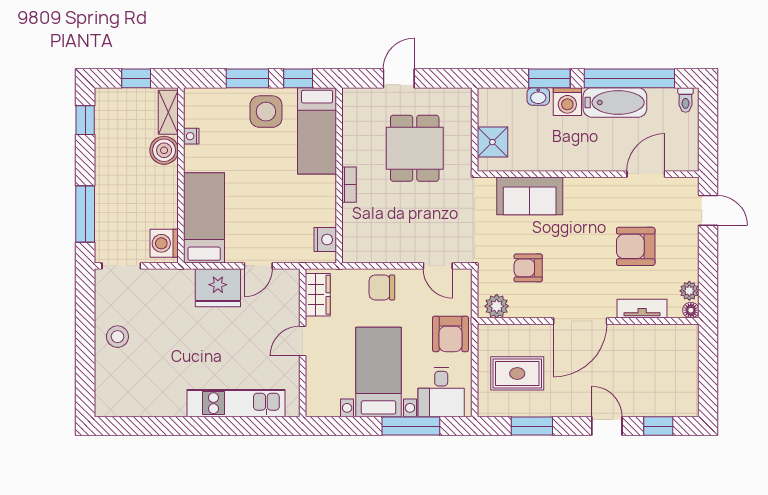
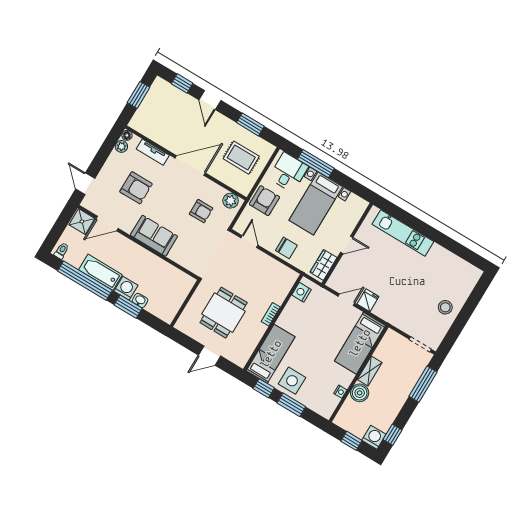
shelving: (168, 112) -> (370, 371), moved
shower: (492, 142) -> (82, 222), moved
sofa: (530, 196) -> (154, 236), moved
washing machine: (164, 243) -> (374, 437), moved, turned -90
fridge: (218, 288) -> (368, 300), width x0.53, depth x0.75
window: (708, 375) -> (139, 95), added

